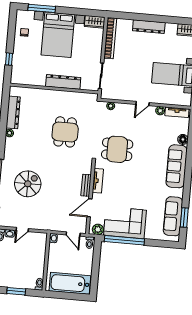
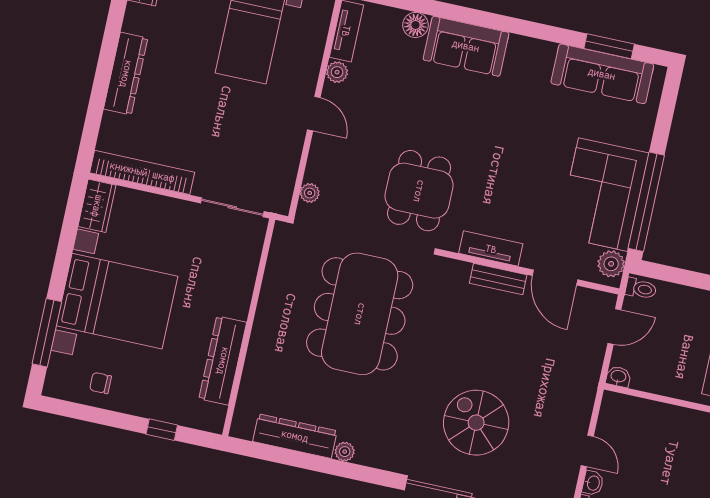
dresser: (63, 82) -> (223, 361), moved
dining table: (65, 132) -> (360, 314), width x1.88, depth x1.24
sofa: (177, 166) -> (466, 46), width x0.73

